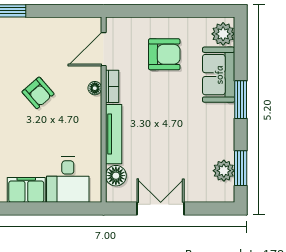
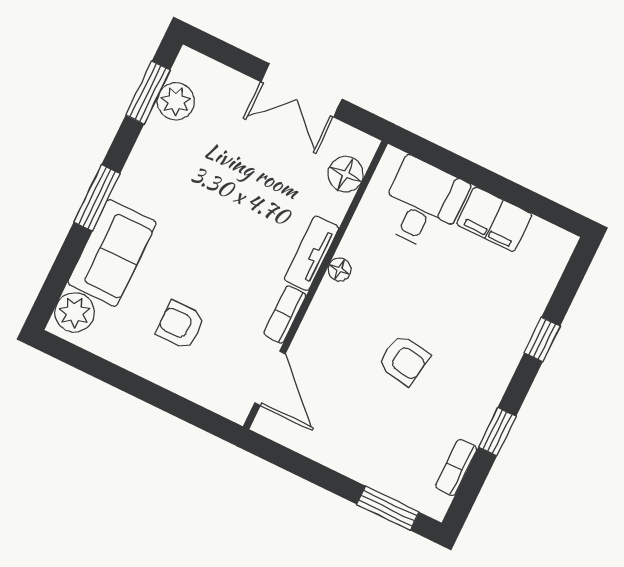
door: (104, 49) -> (270, 378), hinge flipped
armchair: (164, 54) -> (181, 325), width x0.72, depth x0.72
floor lamp: (95, 88) -> (340, 270), moved
armchair: (38, 93) -> (404, 360), turned 140
tv unit: (114, 134) -> (312, 253), width x0.71

